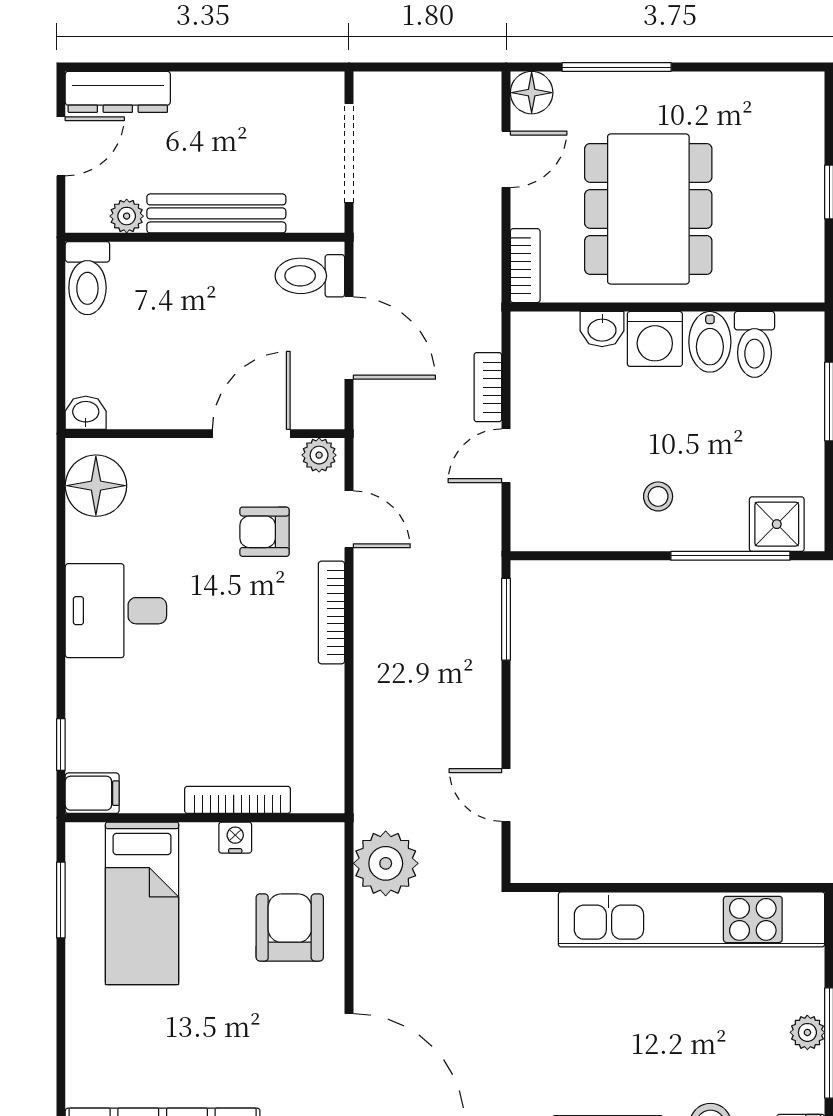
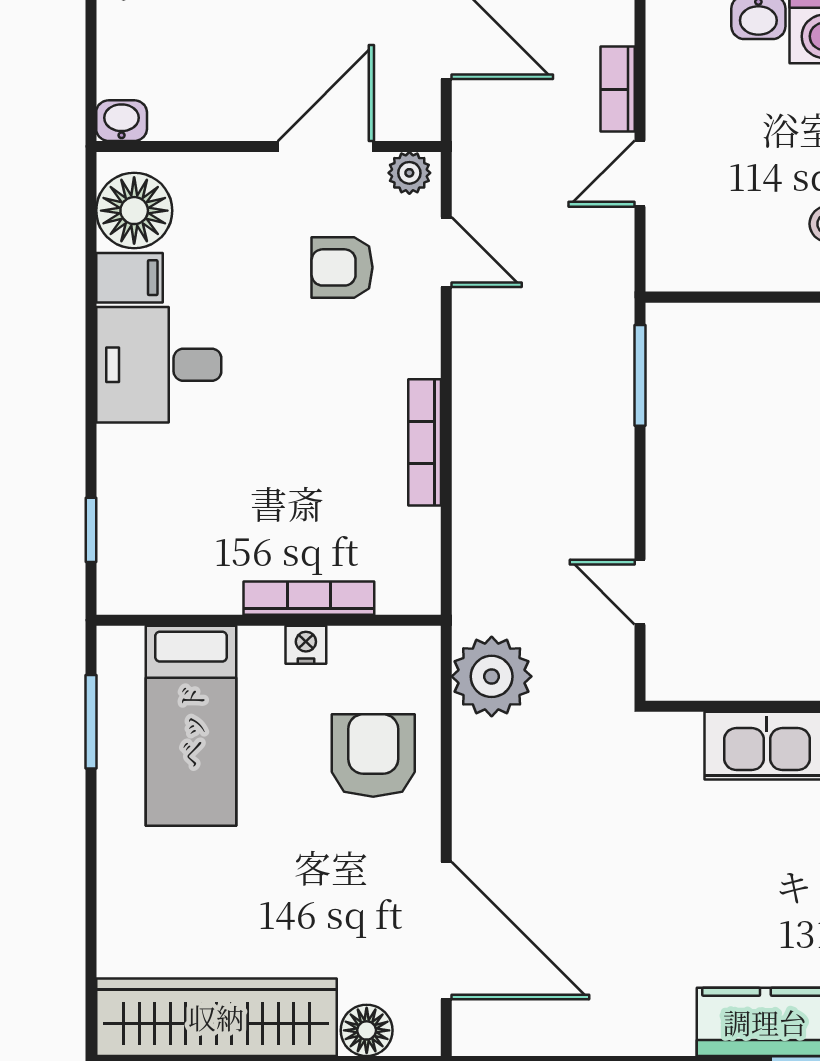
bookcase: (331, 612) -> (425, 442), moved
filing cabinet: (92, 793) -> (129, 278), moved

